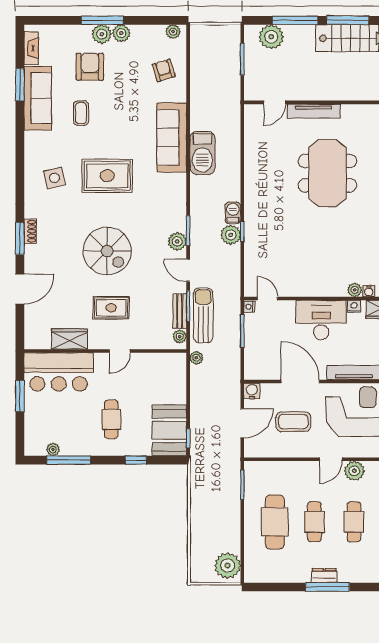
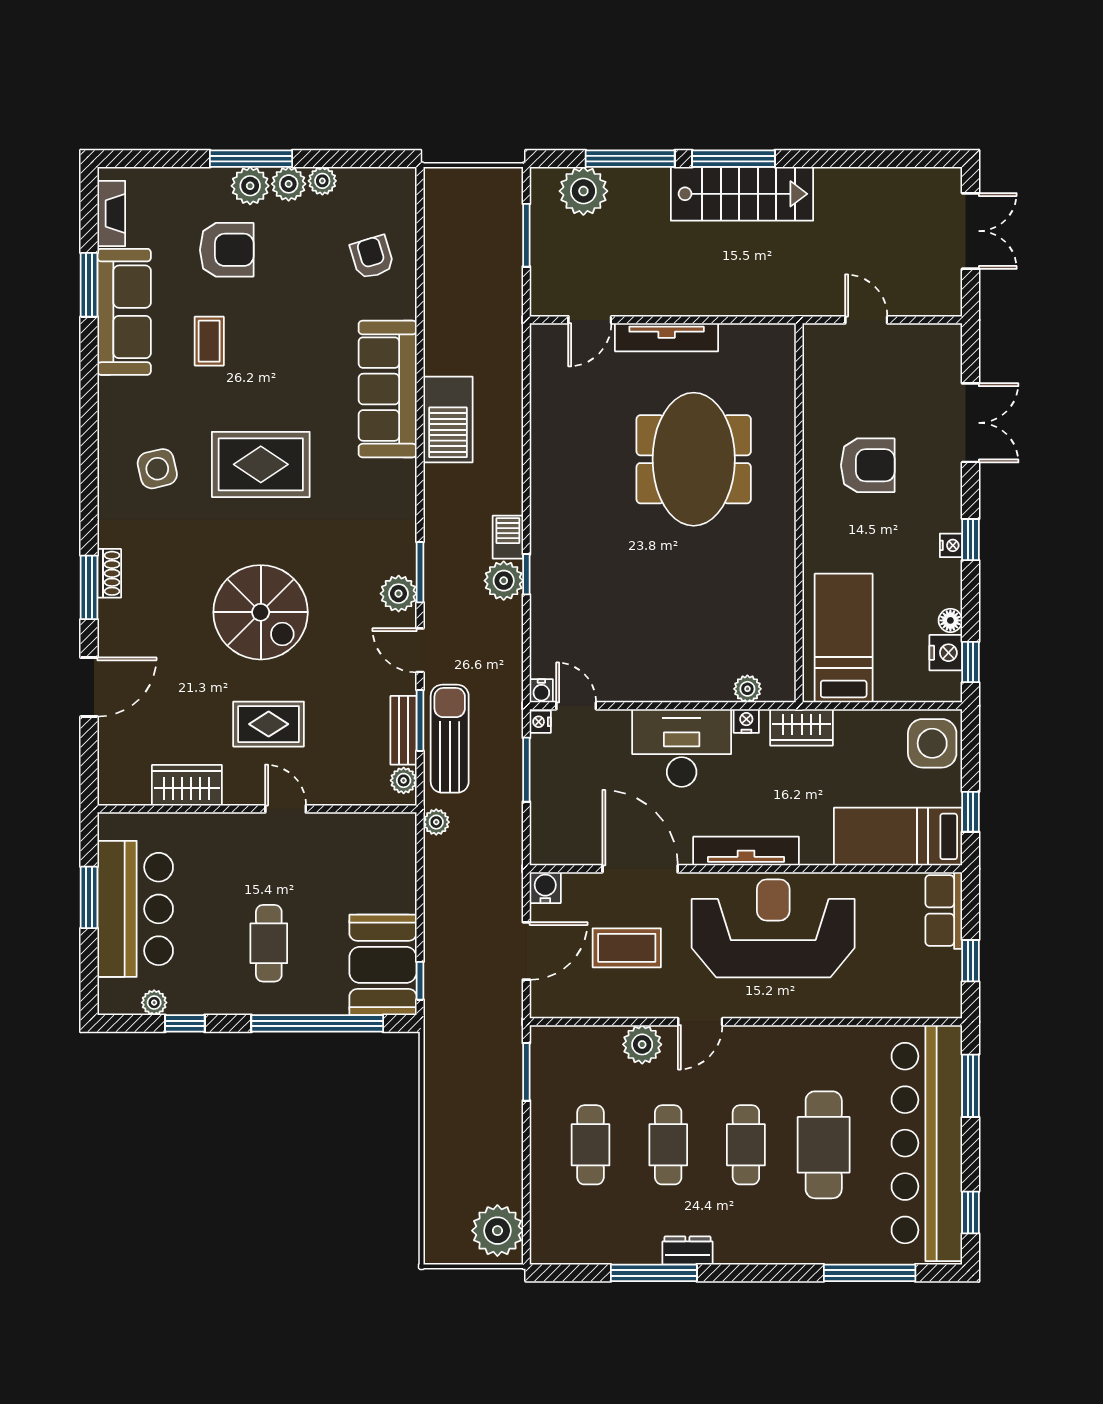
plant: (173, 32) -> (322, 181), moved
armchair: (90, 67) -> (227, 250), turned 90
water cooler: (369, 291) -> (541, 691), moved
door: (120, 351) -> (286, 809), swing flipped
bar counter: (59, 372) -> (135, 909), moved, turned -90
window: (69, 460) -> (185, 1023), width x0.46
window: (136, 460) -> (317, 1023), width x3.17
plant: (354, 471) -> (642, 1044), moved
cafe table: (275, 522) -> (590, 1145), width x0.73, depth x0.74
window: (328, 587) -> (654, 1273), moved

